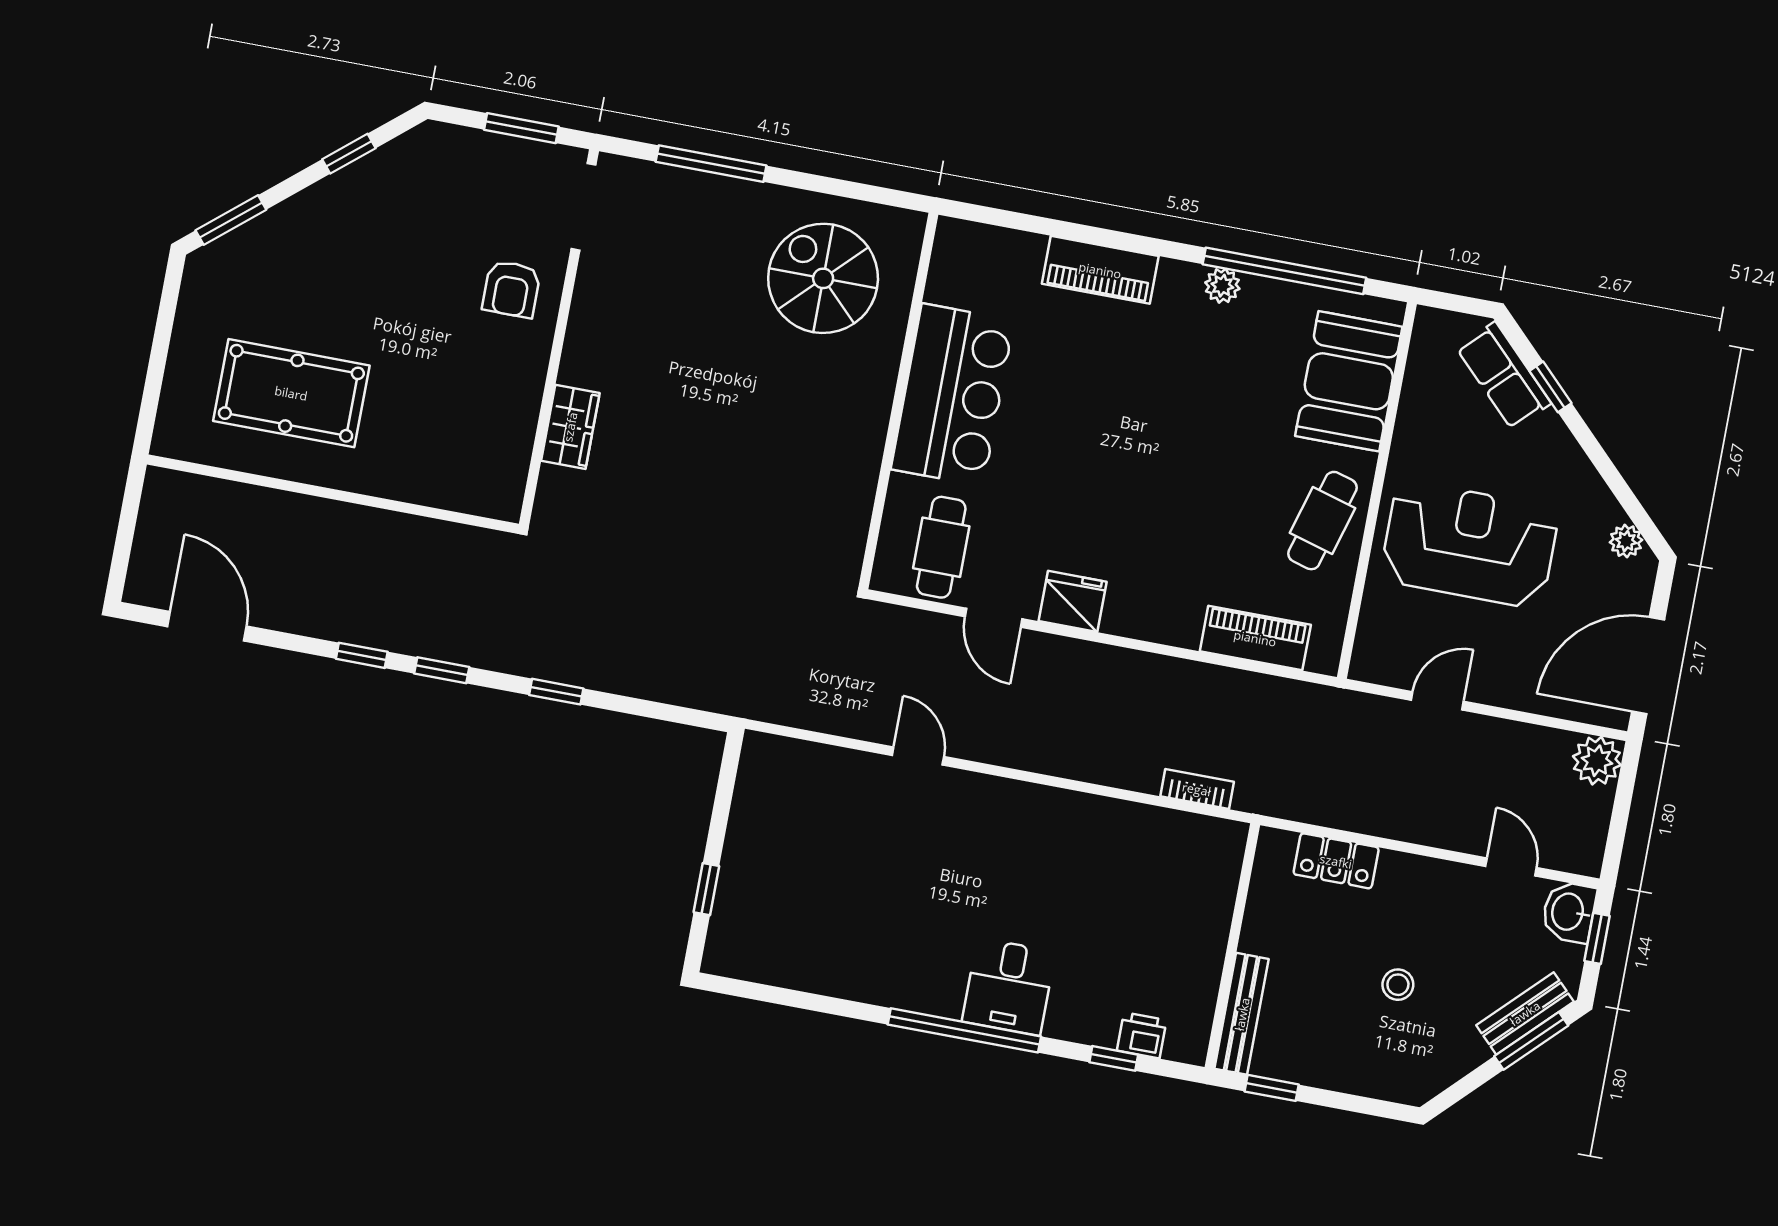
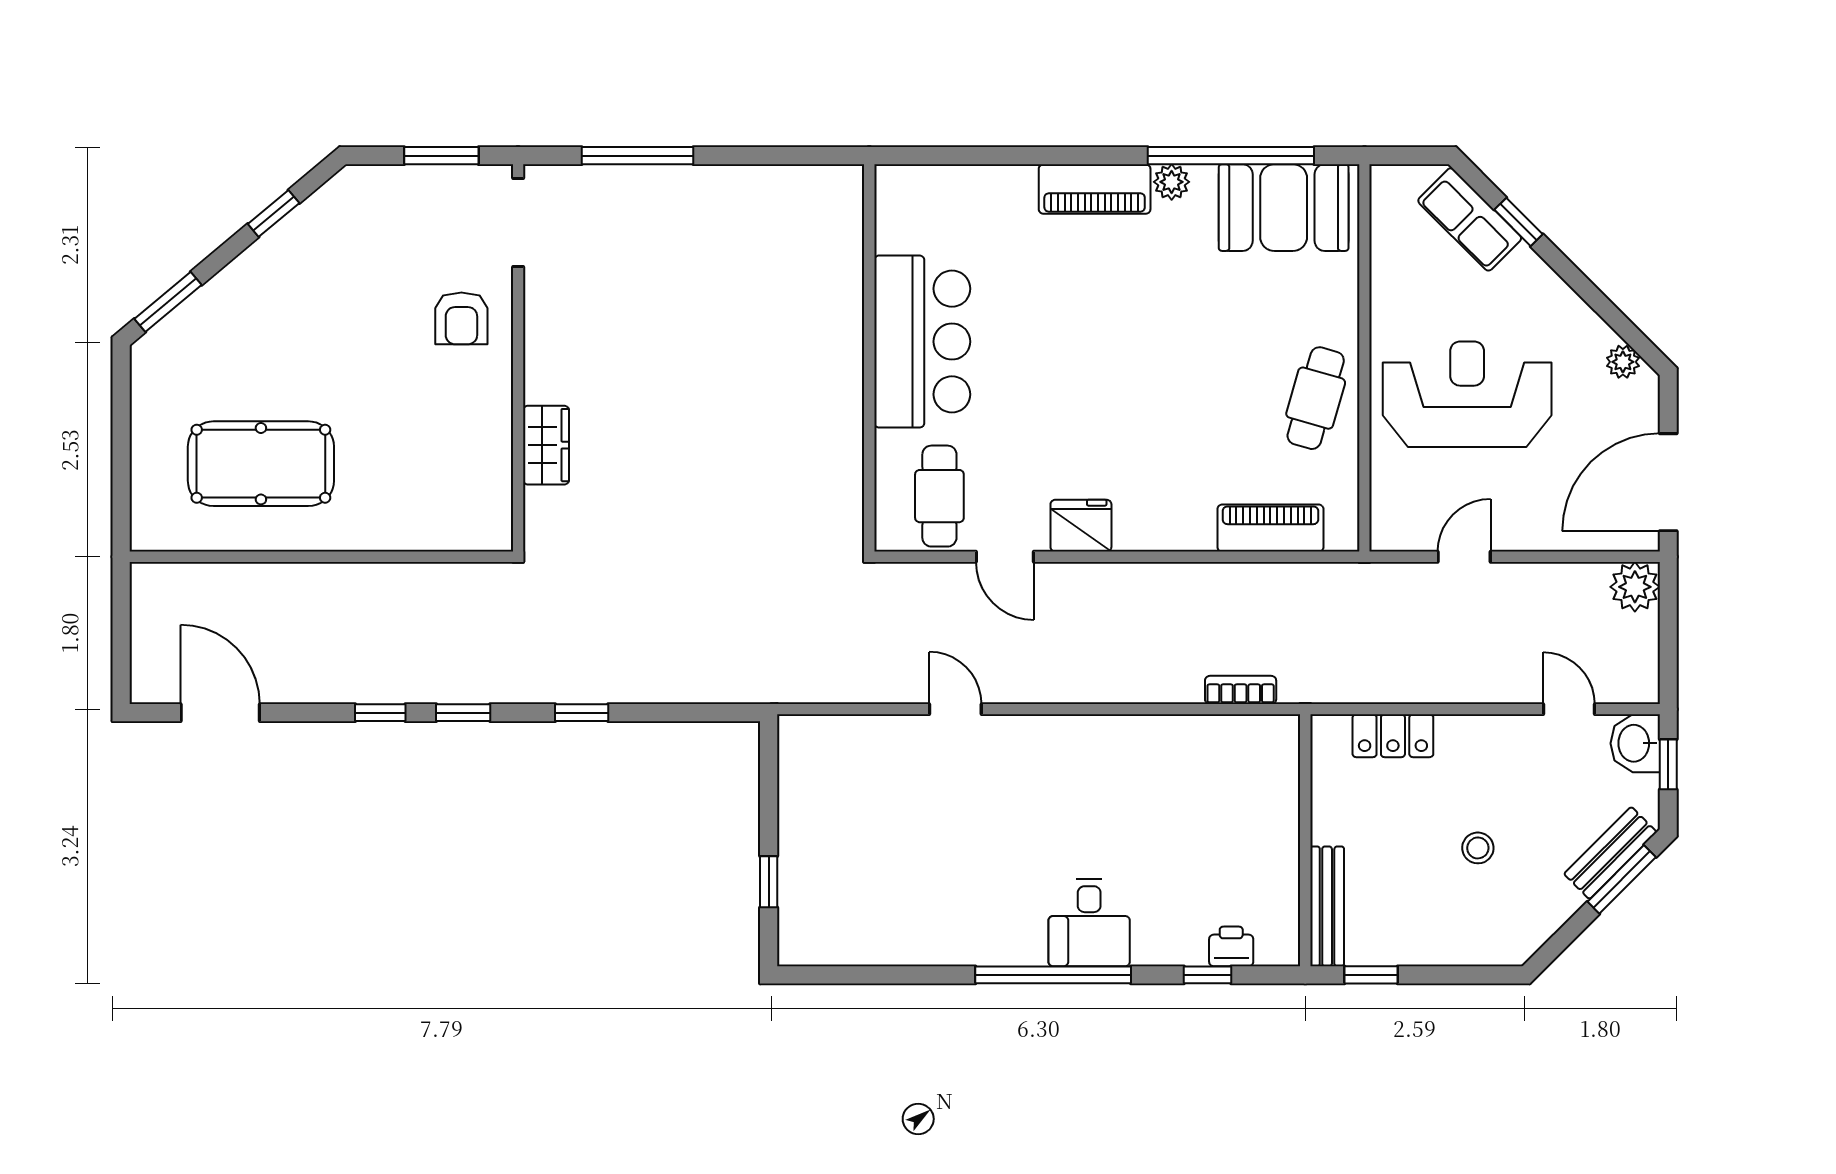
piano: (1100, 270) -> (1095, 189), moved
spiral stairs: (823, 278) -> (771, 249), removed
booth: (1349, 381) -> (1284, 208), moved, turned 90

